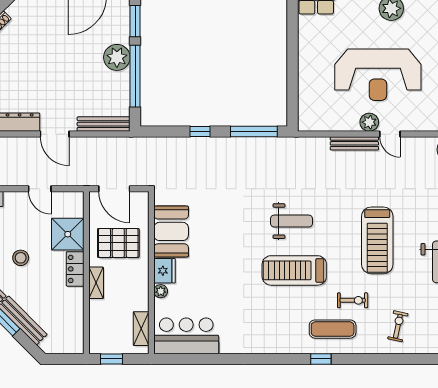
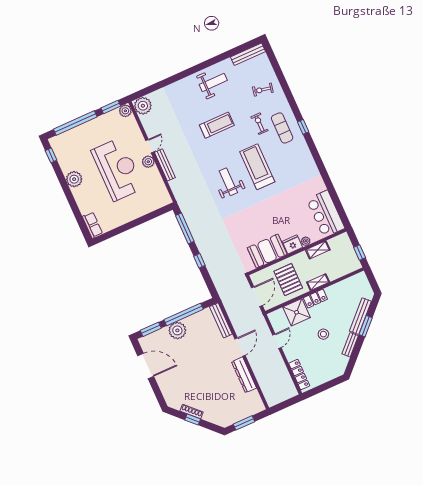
treadmill: (377, 240) -> (217, 125), width x0.73, depth x0.73
treadmill: (294, 270) -> (257, 167), turned 180
shelving: (141, 329) -> (318, 250), moved

